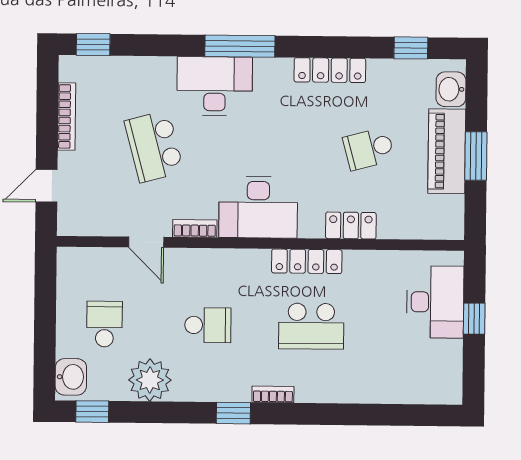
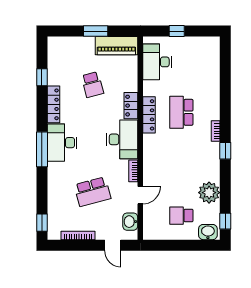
window: (411, 48) -> (42, 77), moved
desk: (215, 86) -> (62, 143), moved
washbasin: (451, 89) -> (130, 222), moved, turned 90
piano: (447, 151) -> (116, 46), moved
locker: (351, 226) -> (131, 106), moved
desk: (435, 302) -> (157, 62), moved, turned -90
school desk: (208, 325) -> (181, 164), removed
school desk: (311, 326) -> (181, 112), turned 180

